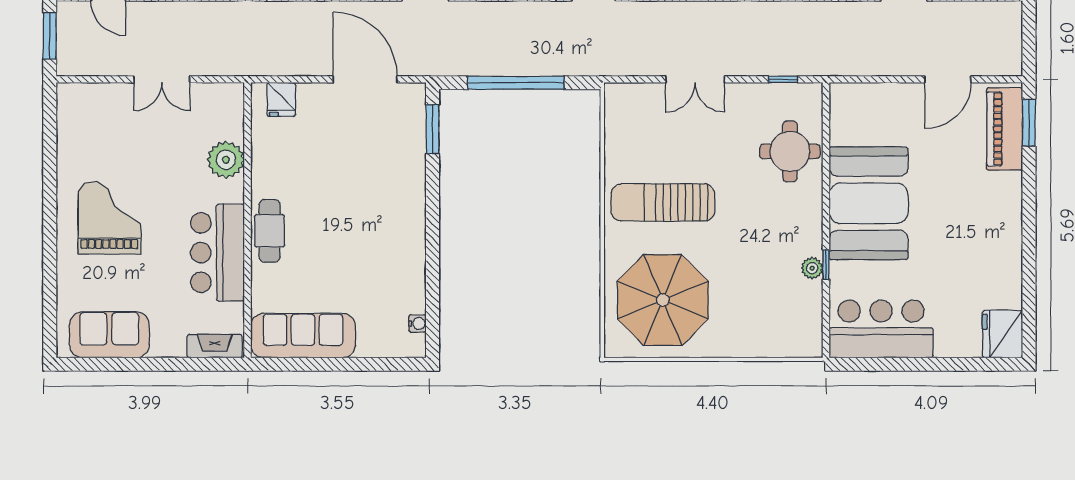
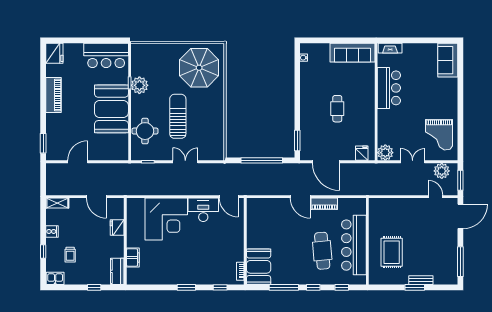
plant: (94, 58) -> (442, 171), added
piano: (1005, 129) -> (53, 95), moved
plant: (226, 160) -> (385, 153), moved
sun lounger: (663, 202) -> (178, 116), moved, turned -90
grand piano: (109, 218) -> (439, 135), moved
cafe table: (270, 231) -> (337, 109), moved
plant: (812, 268) -> (139, 85), width x1.88, depth x1.88
sofa: (109, 335) -> (448, 60), moved, turned 90

